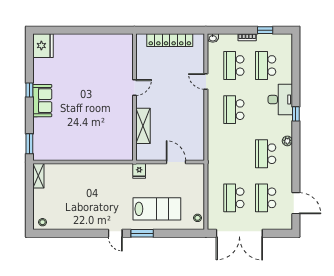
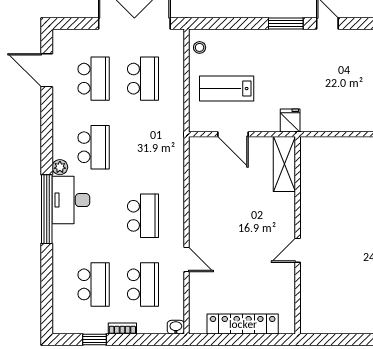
desk: (280, 100) -> (71, 200), moved
window: (296, 114) -> (47, 209), width x3.17
shelving: (143, 126) -> (284, 164), moved
lab bench: (157, 209) -> (227, 89), moved, width x0.73, depth x0.72

